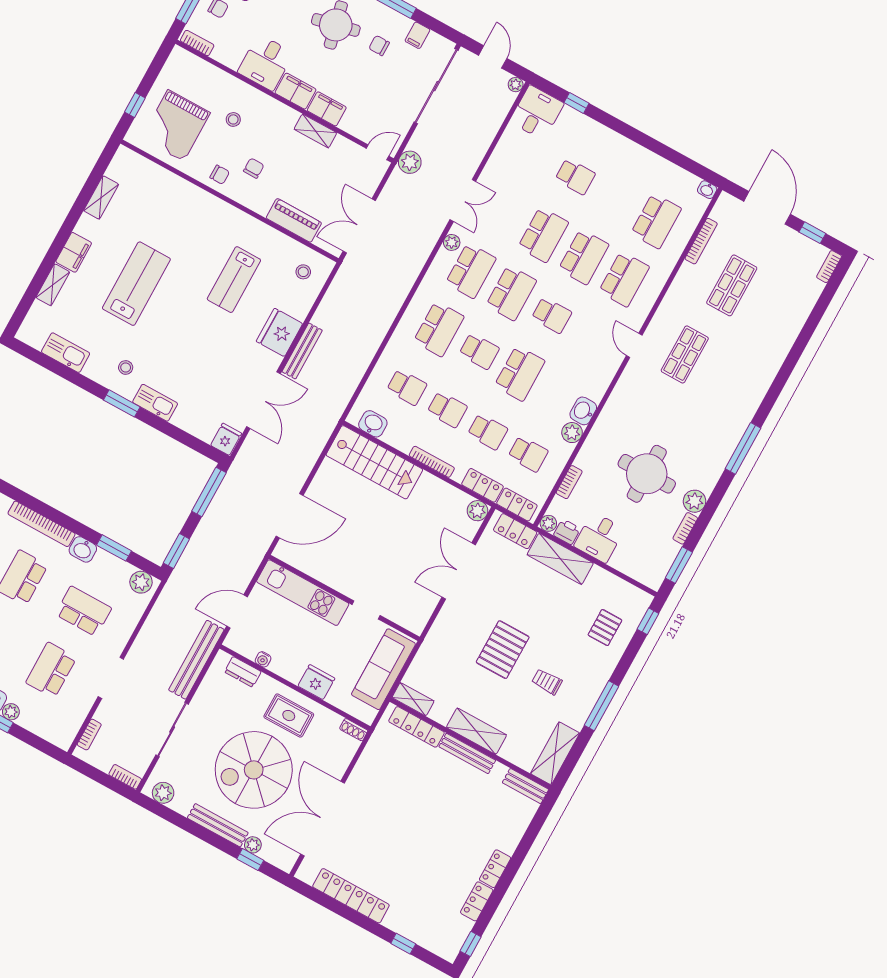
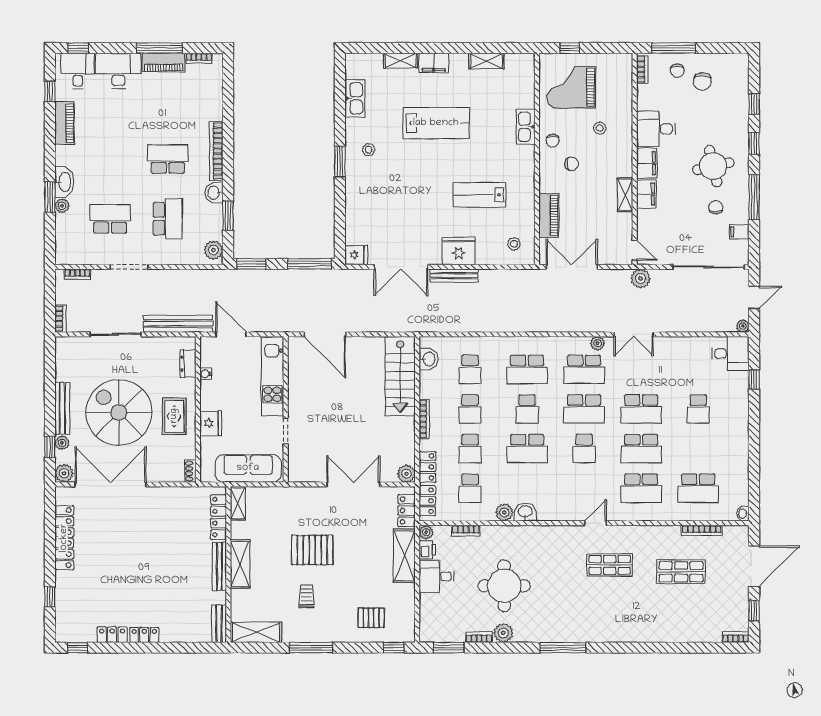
kitchen sink: (155, 403) -> (526, 127), moved, turned 180
plant: (163, 793) -> (64, 473), moved

